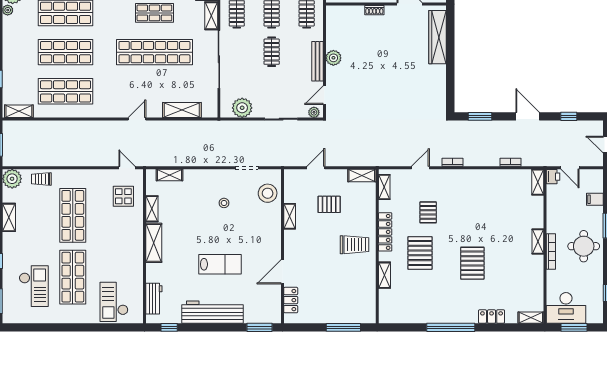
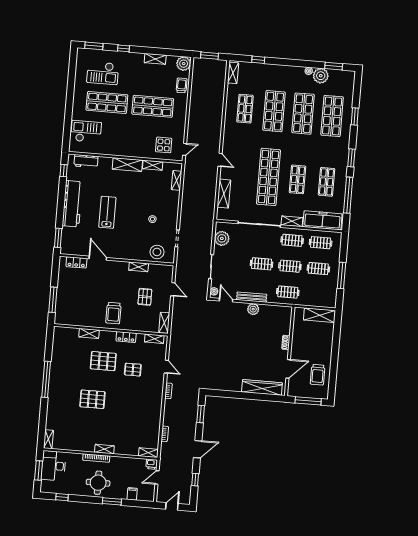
shop shelf: (66, 91) -> (245, 109), width x0.70, depth x0.74
locker: (385, 232) -> (126, 337), width x0.66
lab bench: (220, 264) -> (107, 212), turned 180
locker: (492, 317) -> (52, 410), removed

